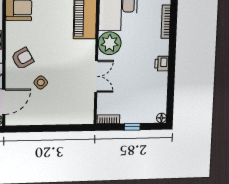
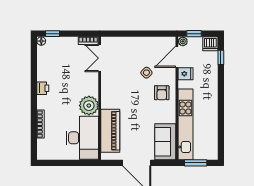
armchair: (23, 58) -> (162, 93), turned -60
double door: (96, 76) -> (100, 58), moved
window: (132, 127) -> (53, 34), moved

